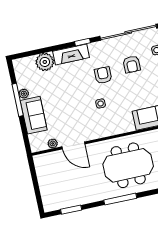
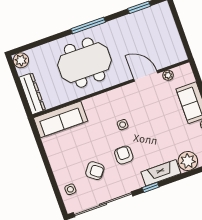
armchair: (132, 64) -> (95, 171), turned 127
armchair: (103, 75) -> (124, 155), turned 180

